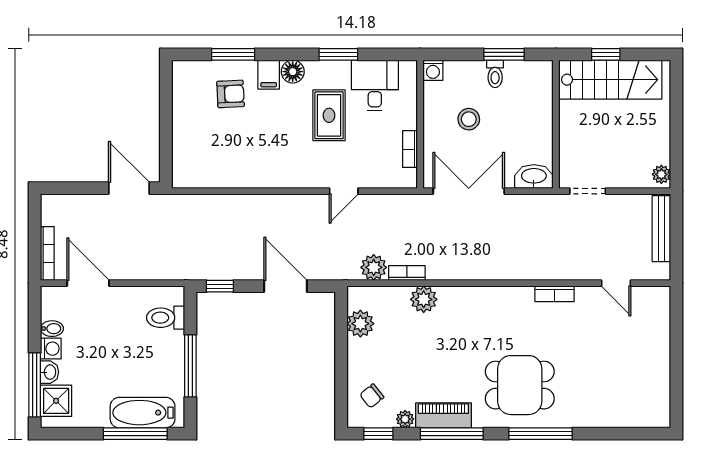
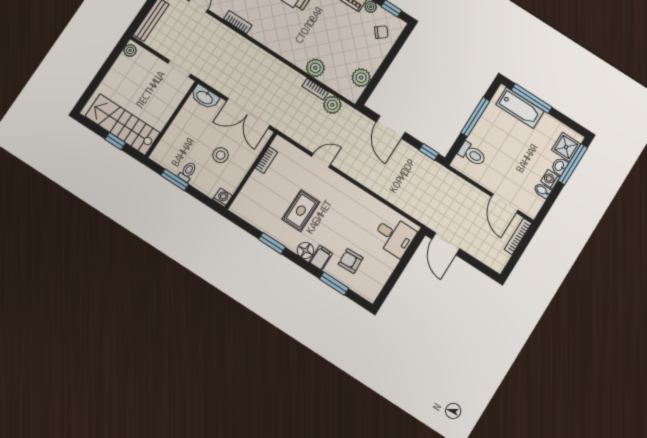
desk: (375, 86) -> (394, 236), moved, turned -90

